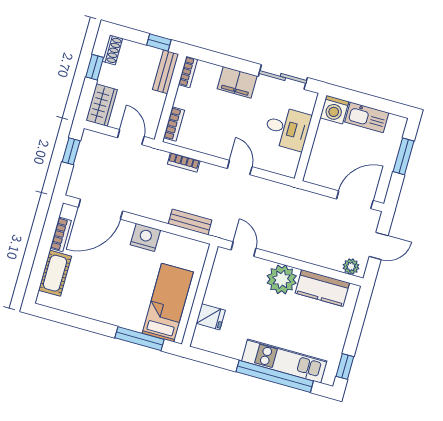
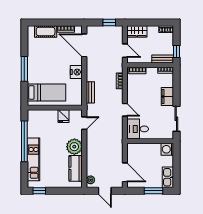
window: (95, 67) -> (155, 23), removed
kitchen sink: (367, 117) -> (168, 177), moved
desk: (287, 128) -> (138, 129), moved, turned 90
door: (131, 137) -> (125, 51), hinge flipped
door: (240, 168) -> (125, 110), hinge flipped
fridge: (211, 317) -> (64, 116), moved
window: (140, 339) -> (24, 69), moved
window: (275, 376) -> (24, 141), moved

